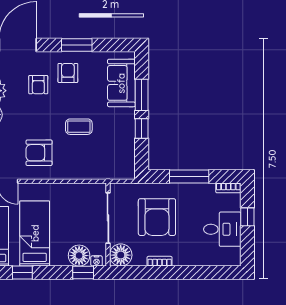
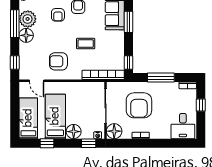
window: (142, 129) -> (128, 62), moved
bookcase: (104, 173) -> (103, 75), added
desk: (222, 229) -> (183, 126), moved, turned 90
floor lamp: (79, 256) -> (74, 132), moved

